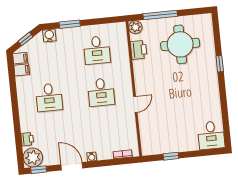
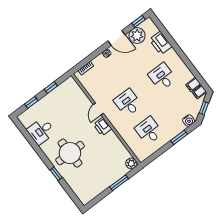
window: (160, 15) -> (119, 183), width x0.69
round table: (180, 44) -> (70, 153), moved
printer: (139, 50) -> (102, 127), moved
desk: (211, 135) -> (41, 131), moved, turned -90
printer: (27, 139) -> (161, 43), width x1.87, depth x1.48
window: (200, 153) -> (31, 102), added
plant: (33, 157) -> (137, 36), moved

